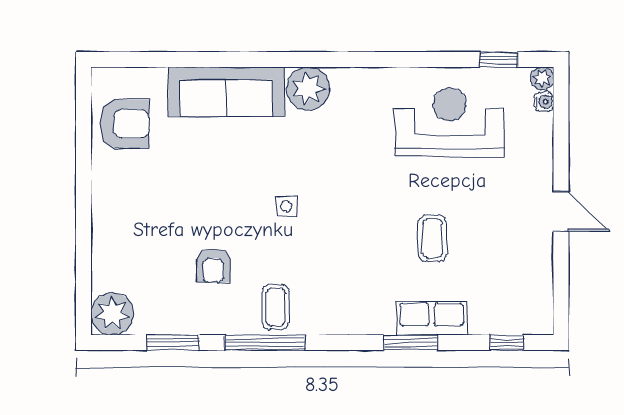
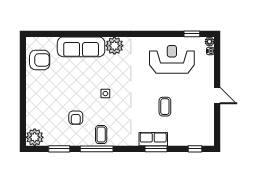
row of seats: (432, 318) -> (153, 139), moved

